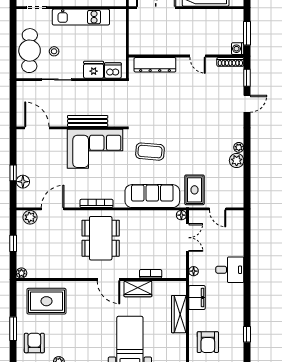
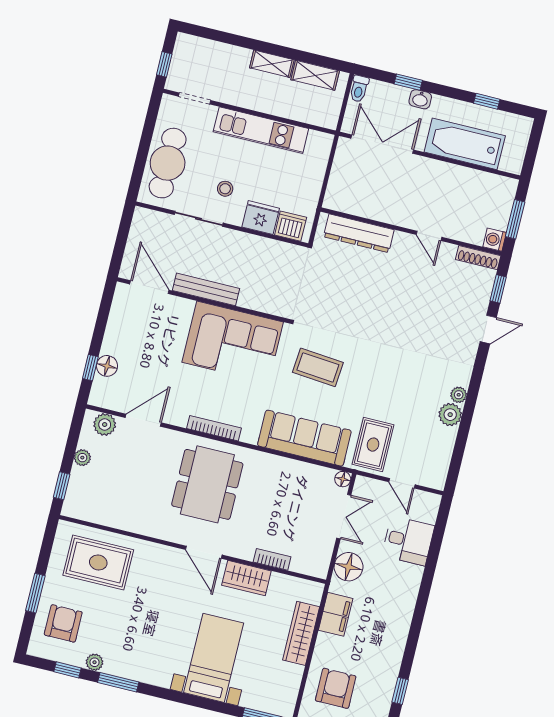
stool: (54, 51) -> (225, 189), moved
bench: (88, 121) -> (206, 289), moved
window: (13, 173) -> (90, 368), moved
window: (13, 243) -> (62, 486), moved
desk: (230, 270) -> (408, 541), moved
floor lamp: (194, 271) -> (349, 567), width x1.89, depth x1.89
plant: (21, 273) -> (82, 458), moved
armchair: (208, 342) -> (336, 688), turned 180

